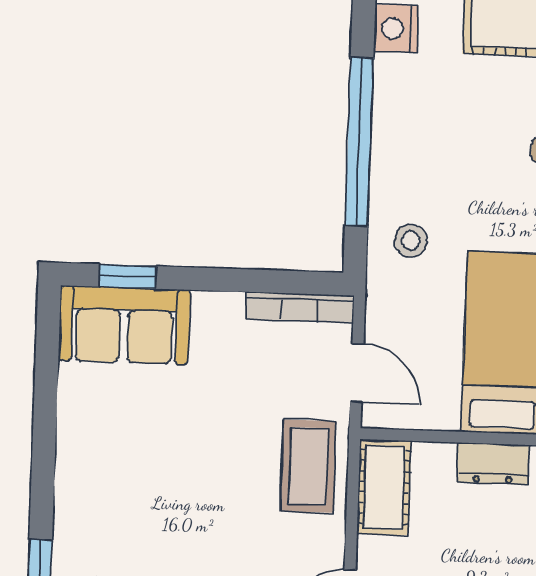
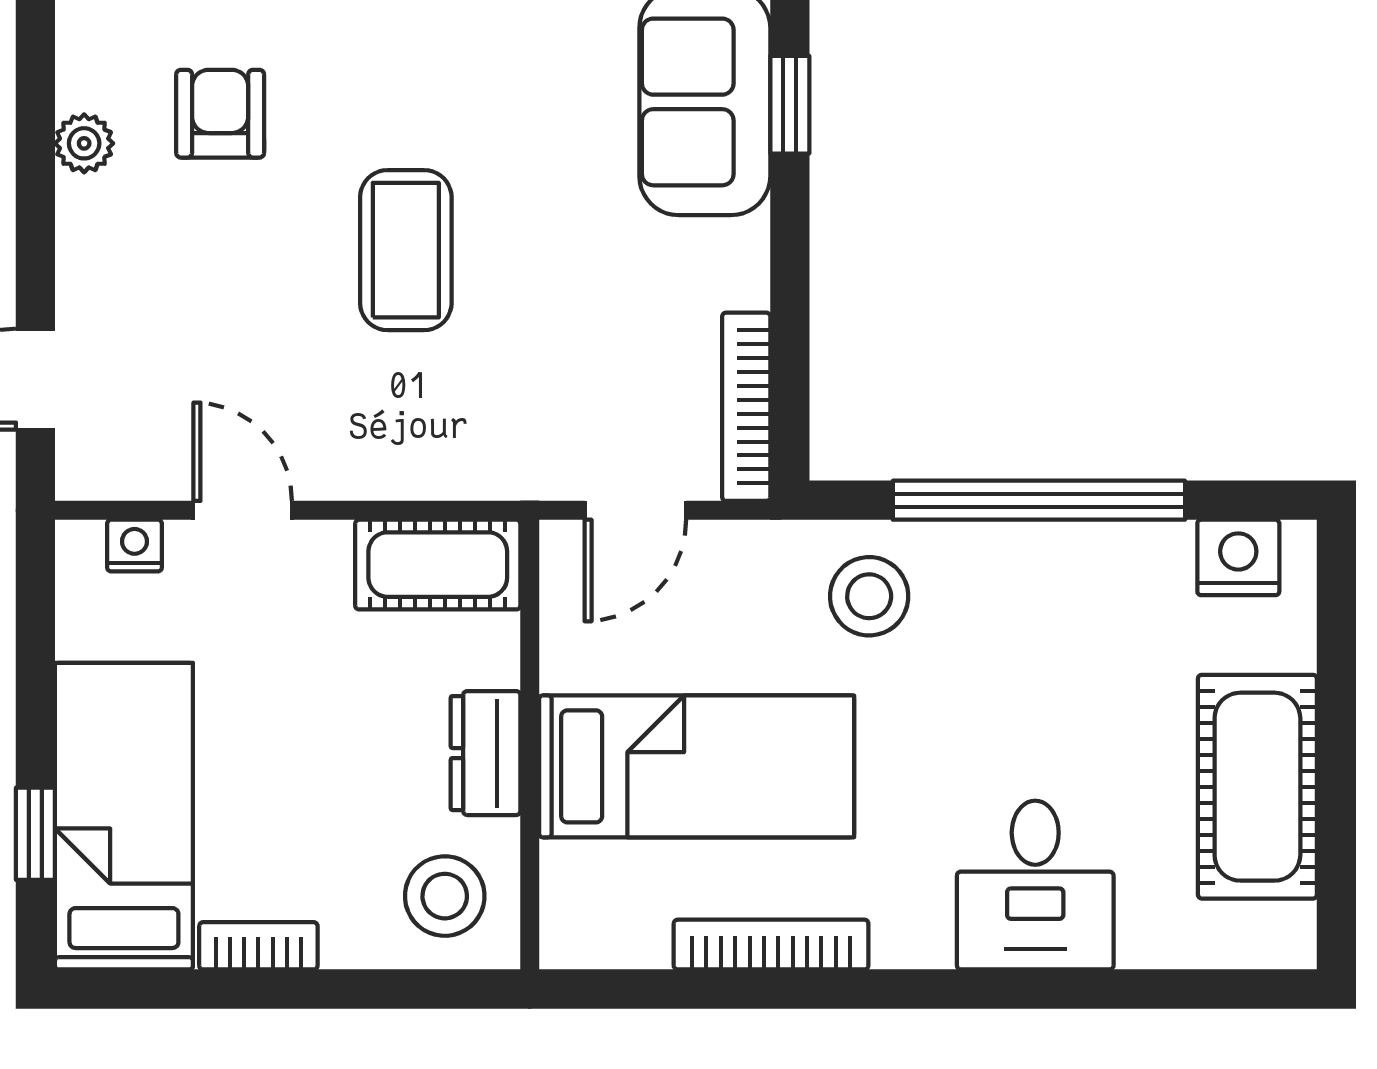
stool: (411, 241) -> (869, 596), width x1.37, depth x1.37
coffee table: (308, 466) -> (406, 250), moved, turned 90

